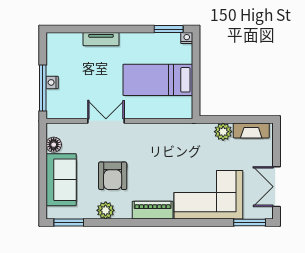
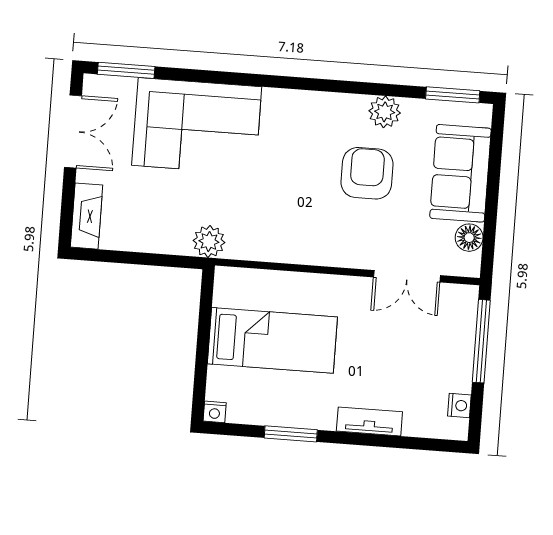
window: (169, 29) -> (291, 434), moved
nightstand: (52, 82) -> (459, 406), moved
double door: (106, 121) -> (407, 276), moved
fireplace: (251, 130) -> (87, 216), moved, turned 90
plant: (223, 132) -> (209, 241), moved
piano: (153, 210) -> (300, 106), removed

